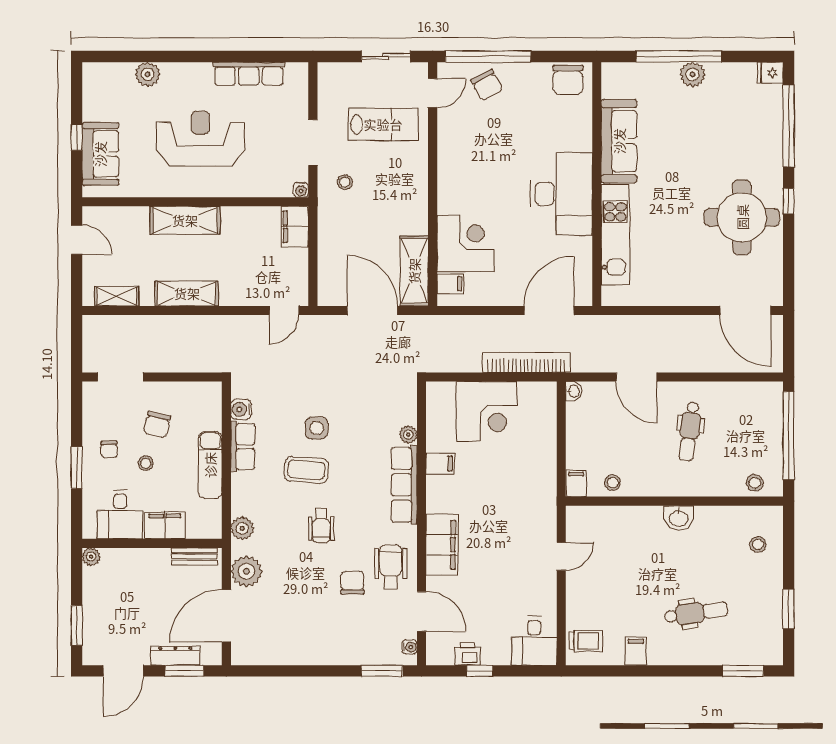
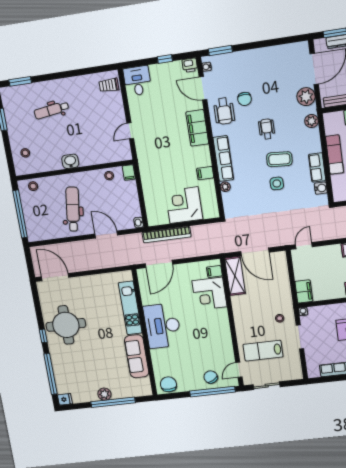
dental chair: (690, 431) -> (73, 209), width x1.36, depth x1.38
filing cabinet: (636, 651) -> (80, 84), removed
printer: (467, 654) -> (190, 65), moved

